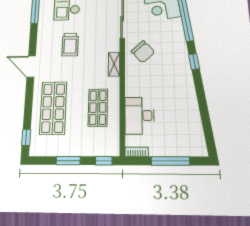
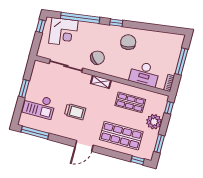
chair: (174, 83) -> (128, 42), added
plant: (80, 146) -> (154, 122), added
window: (68, 161) -> (159, 144), moved

